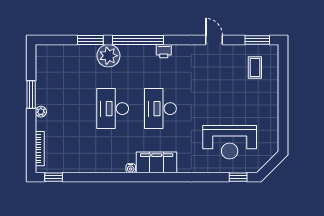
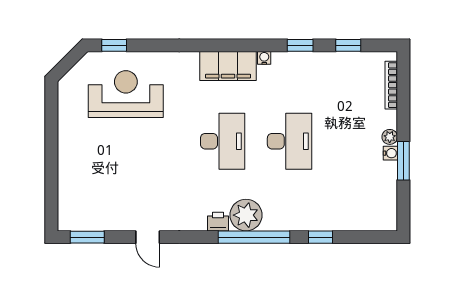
window: (90, 40) -> (320, 237), width x0.67
plant: (108, 56) -> (246, 215), moved
coffee table: (255, 67) -> (91, 199), removed
water cooler: (40, 100) -> (390, 153), added
window: (54, 177) -> (348, 45), moved
window: (105, 177) -> (300, 45), added

